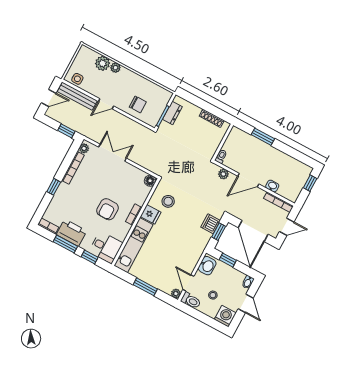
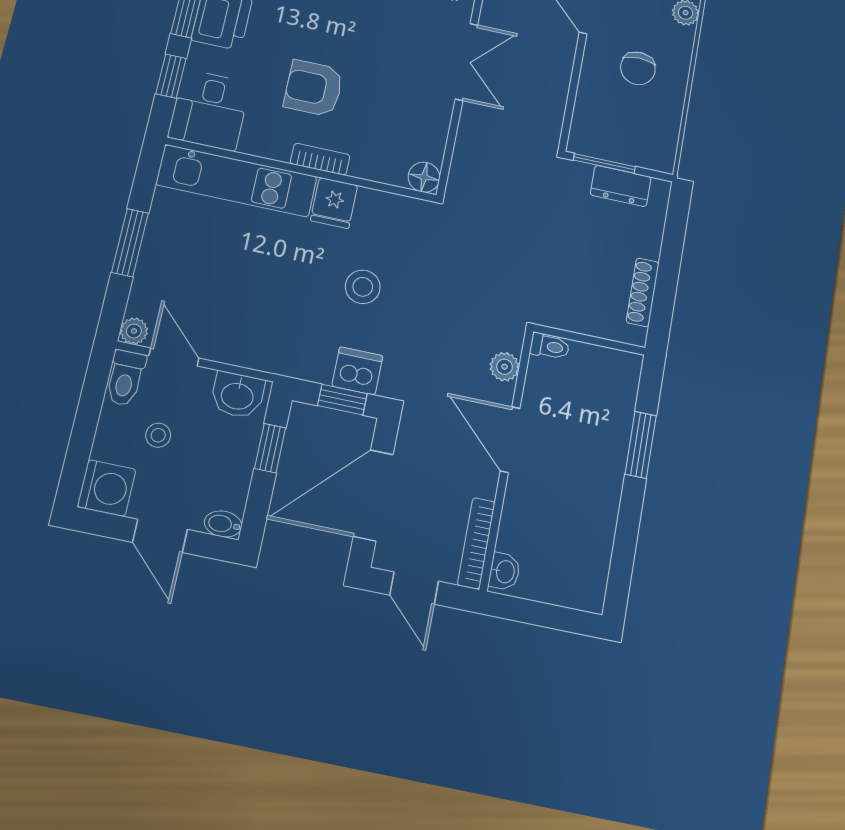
chair: (138, 104) -> (638, 68), moved
window: (310, 183) -> (558, 618), removed
washbasin: (272, 186) -> (504, 572), moved
stool: (168, 201) -> (363, 287), moved
door: (188, 283) -> (174, 357), hinge flipped
door: (246, 303) -> (160, 536), hinge flipped

